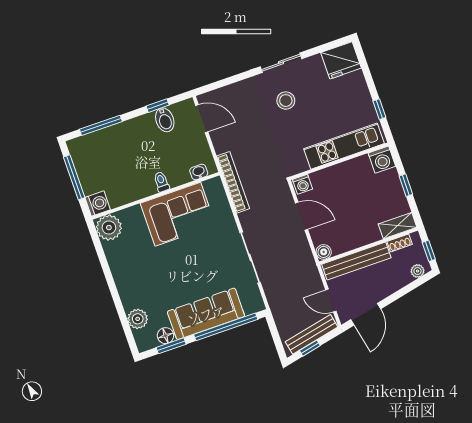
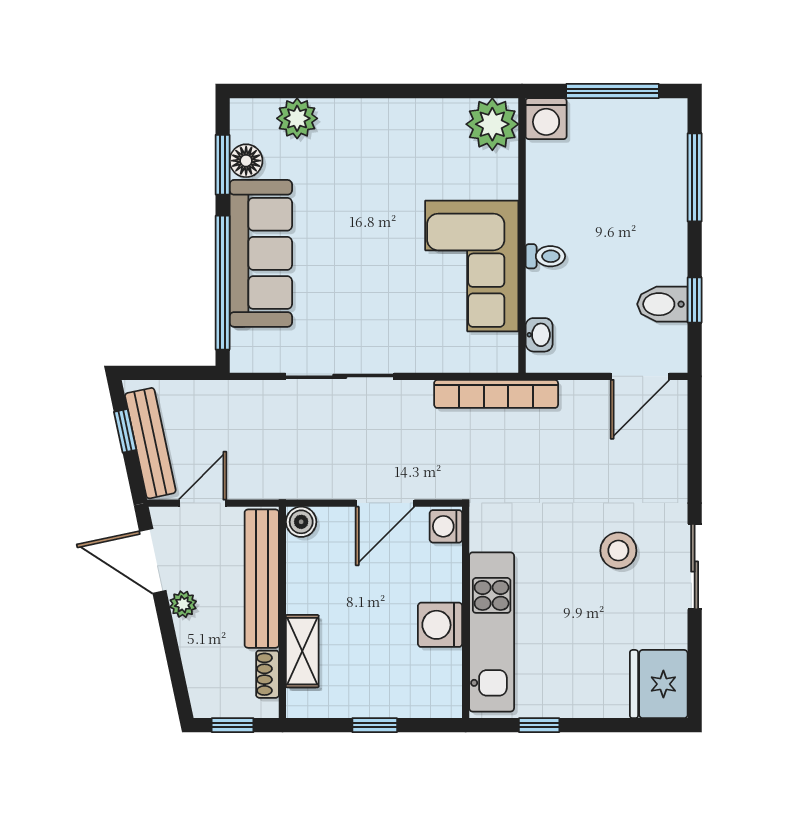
washing machine: (382, 160) -> (440, 625), moved
shelving: (398, 226) -> (302, 651), moved
plant: (418, 271) -> (183, 604), moved

